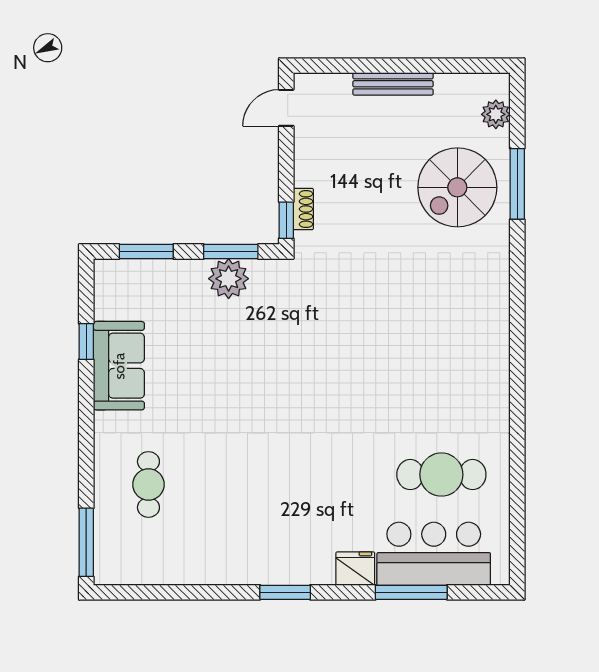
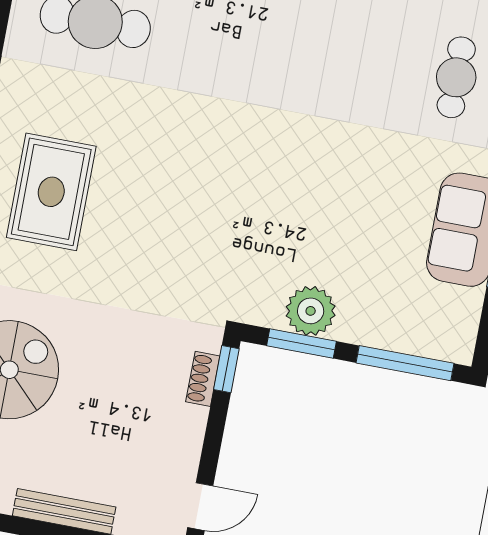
window: (146, 252) -> (405, 363), width x1.44
rug: (451, 334) -> (51, 192), added

